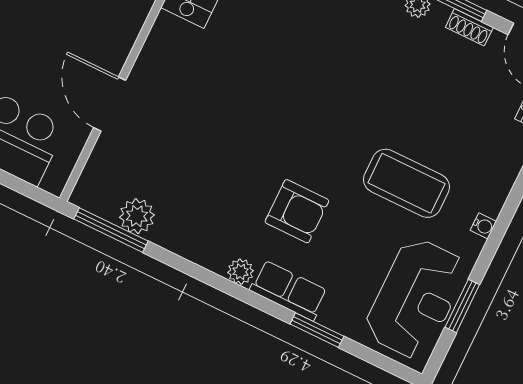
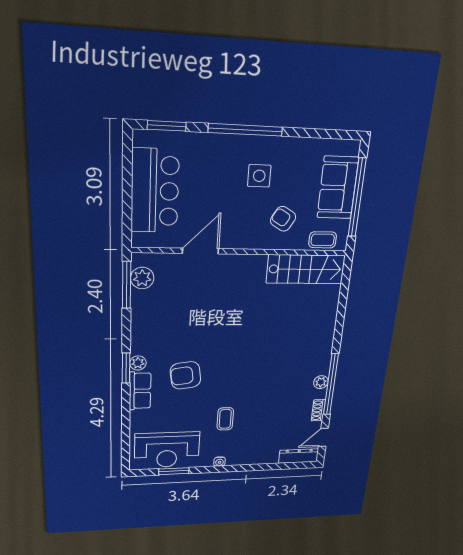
coffee table: (406, 183) -> (225, 419), width x0.54, depth x0.58
armchair: (297, 211) -> (185, 375), turned 82
plant: (137, 216) -> (142, 278), moved
window: (317, 330) -> (126, 368), moved

